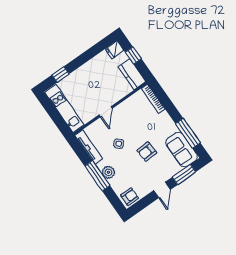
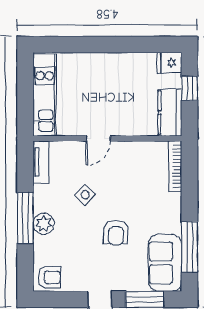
window: (61, 74) -> (72, 45), removed
tv unit: (89, 147) -> (41, 162), width x0.71
armchair: (147, 152) -> (116, 232), turned -86

